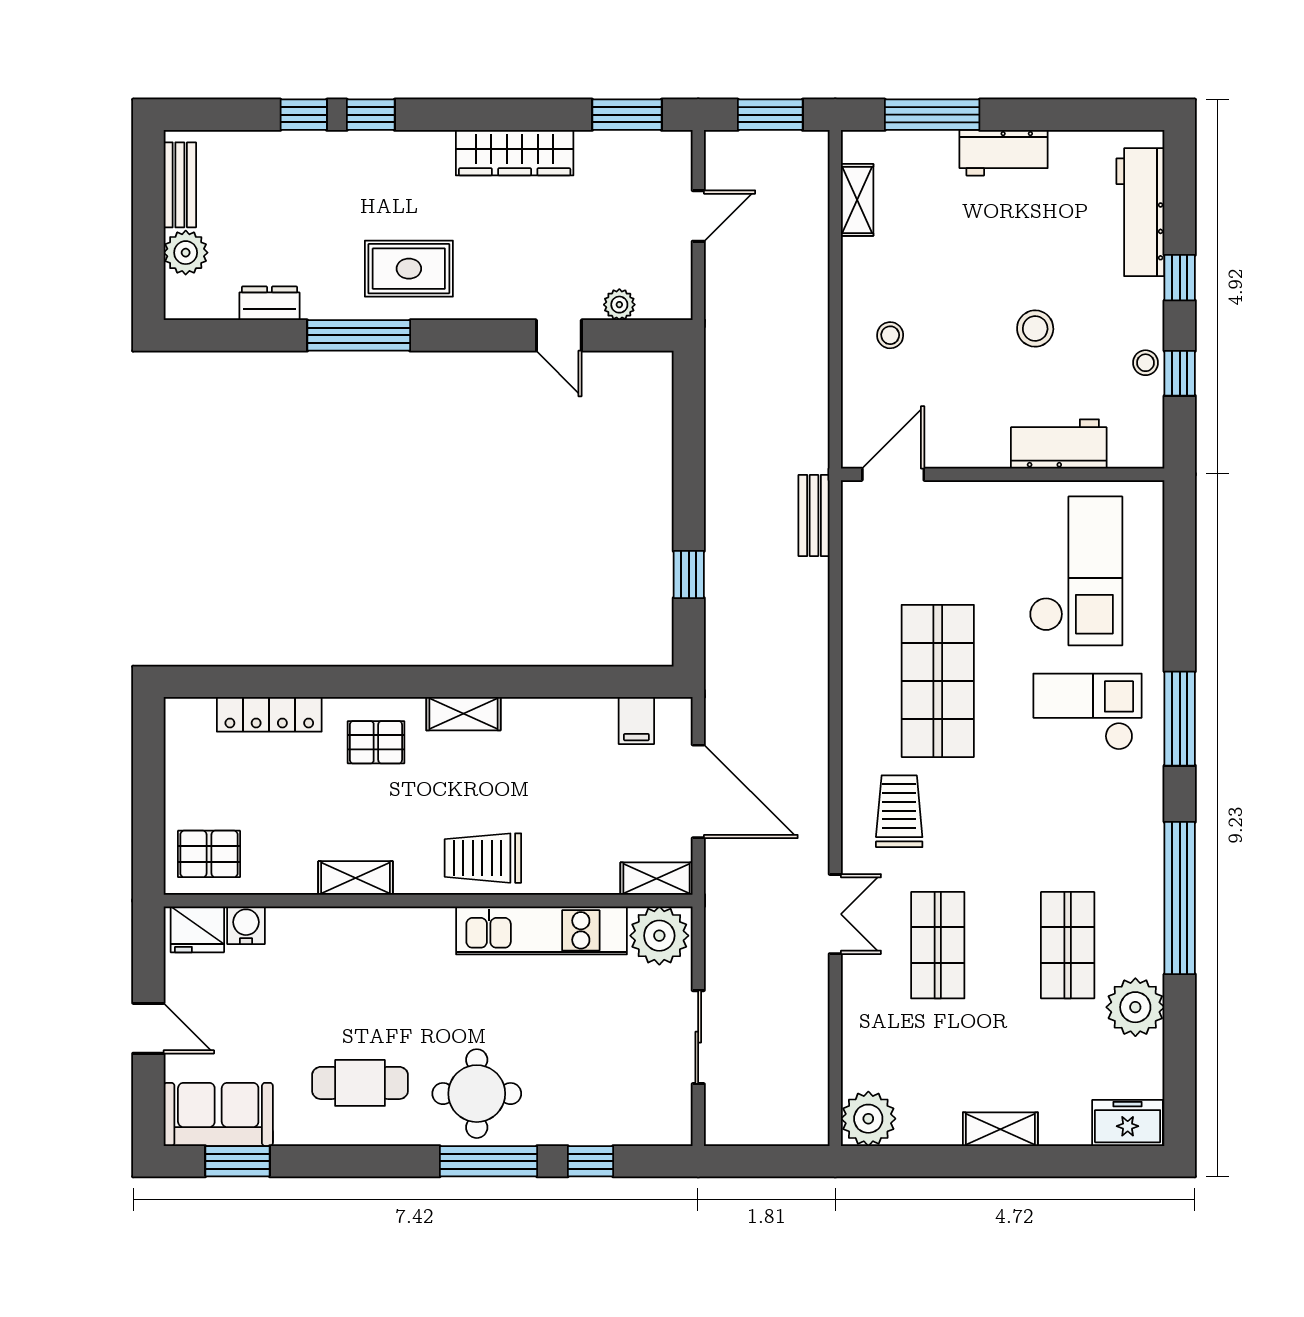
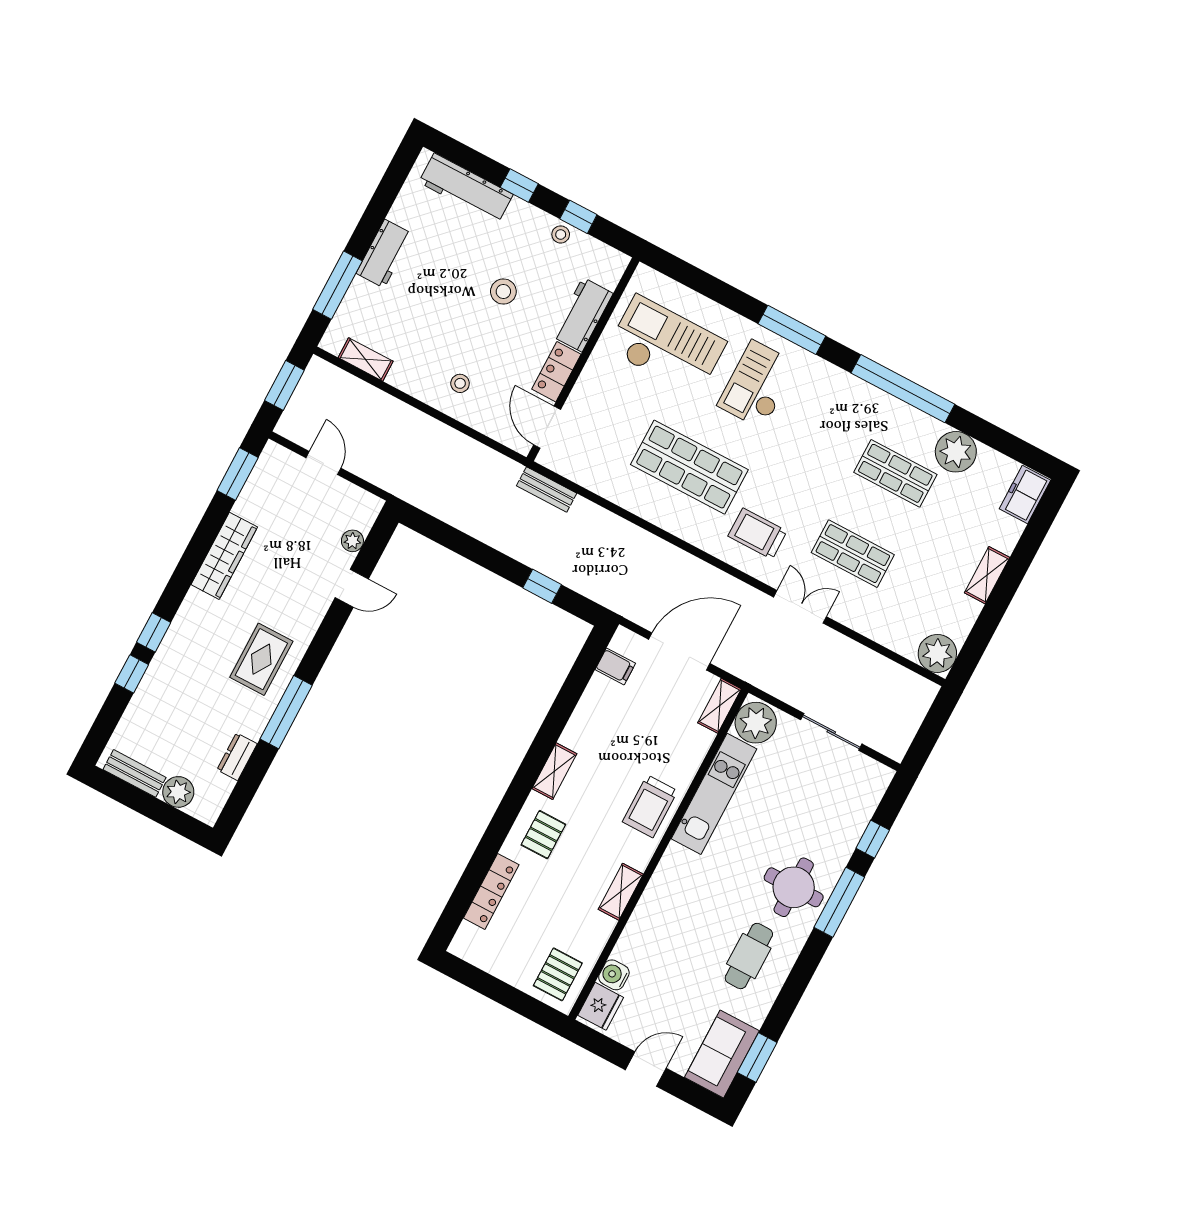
locker: (969, 449) -> (556, 372), added

